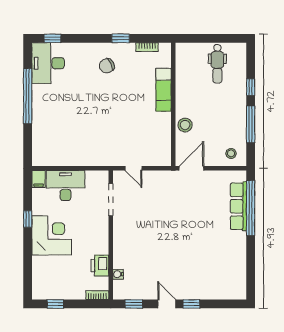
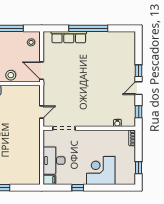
window: (251, 208) -> (88, 28), moved
corner desk: (52, 235) -> (101, 170), moved
printer: (100, 266) -> (111, 136), removed

